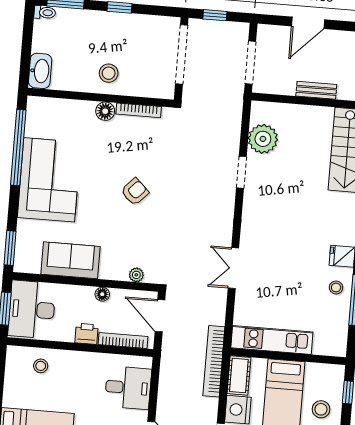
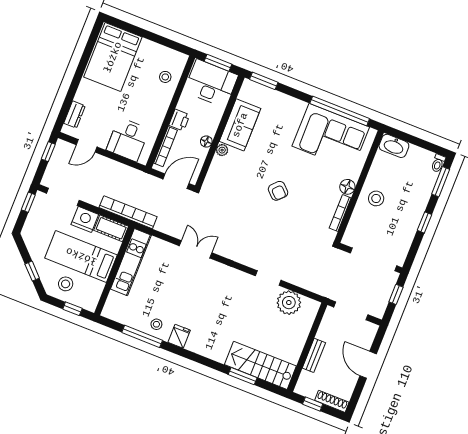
corner sofa: (49, 180) -> (331, 137), moved
plant: (136, 275) -> (222, 150), moved

